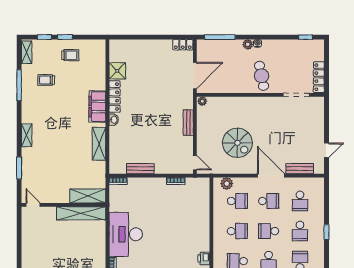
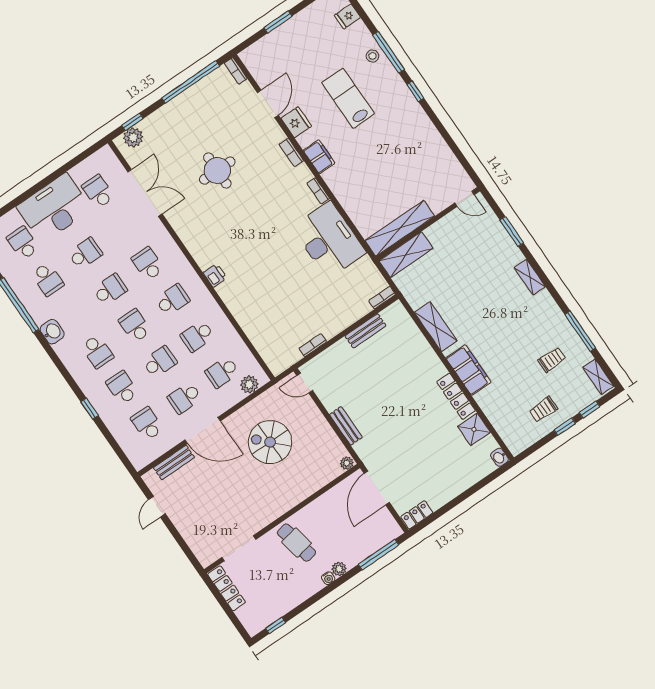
washbasin: (114, 120) -> (499, 457), moved

